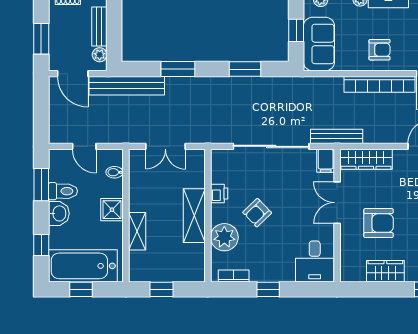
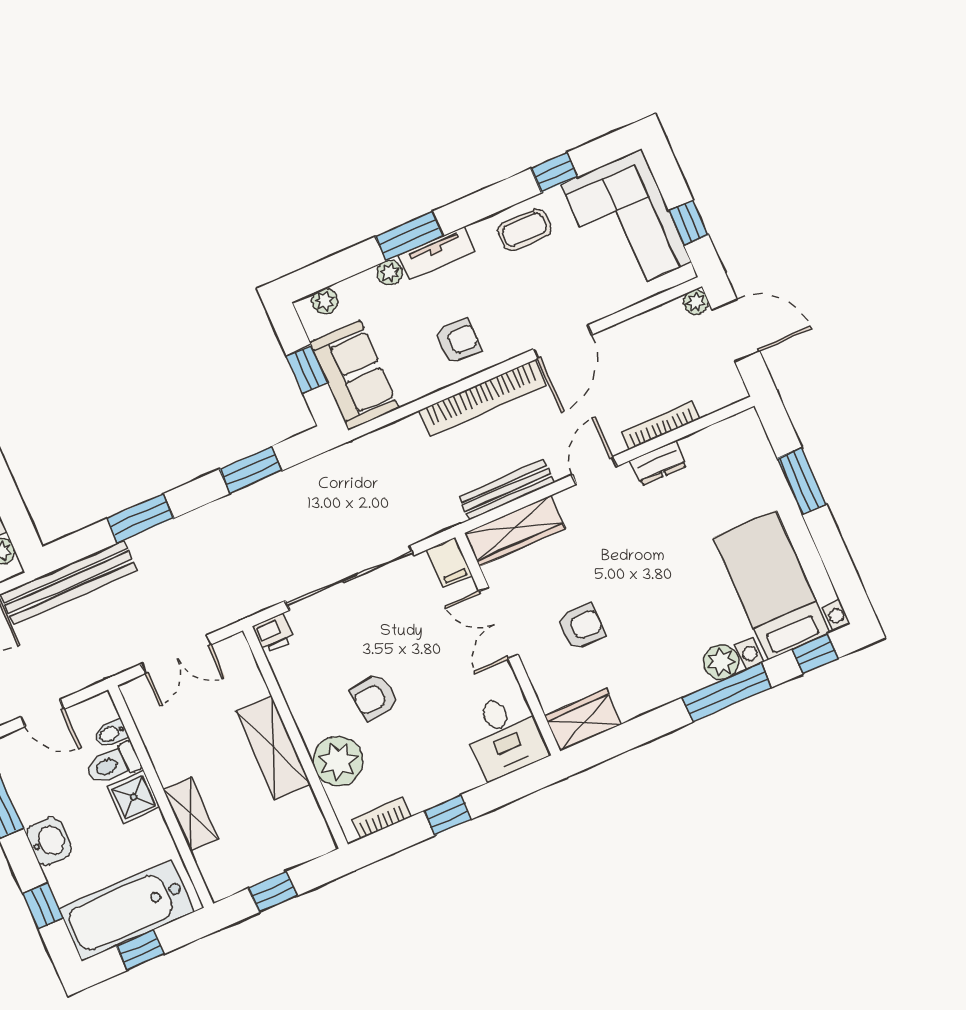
bench: (337, 136) -> (507, 490), moved
toilet: (63, 191) -> (113, 764), moved, turned 180
printer: (219, 194) -> (274, 634), moved, turned 90
armchair: (257, 213) -> (374, 697), turned 38
armchair: (378, 223) -> (581, 627), width x0.72, depth x0.72
wardrobe: (385, 271) -> (583, 720), moved

